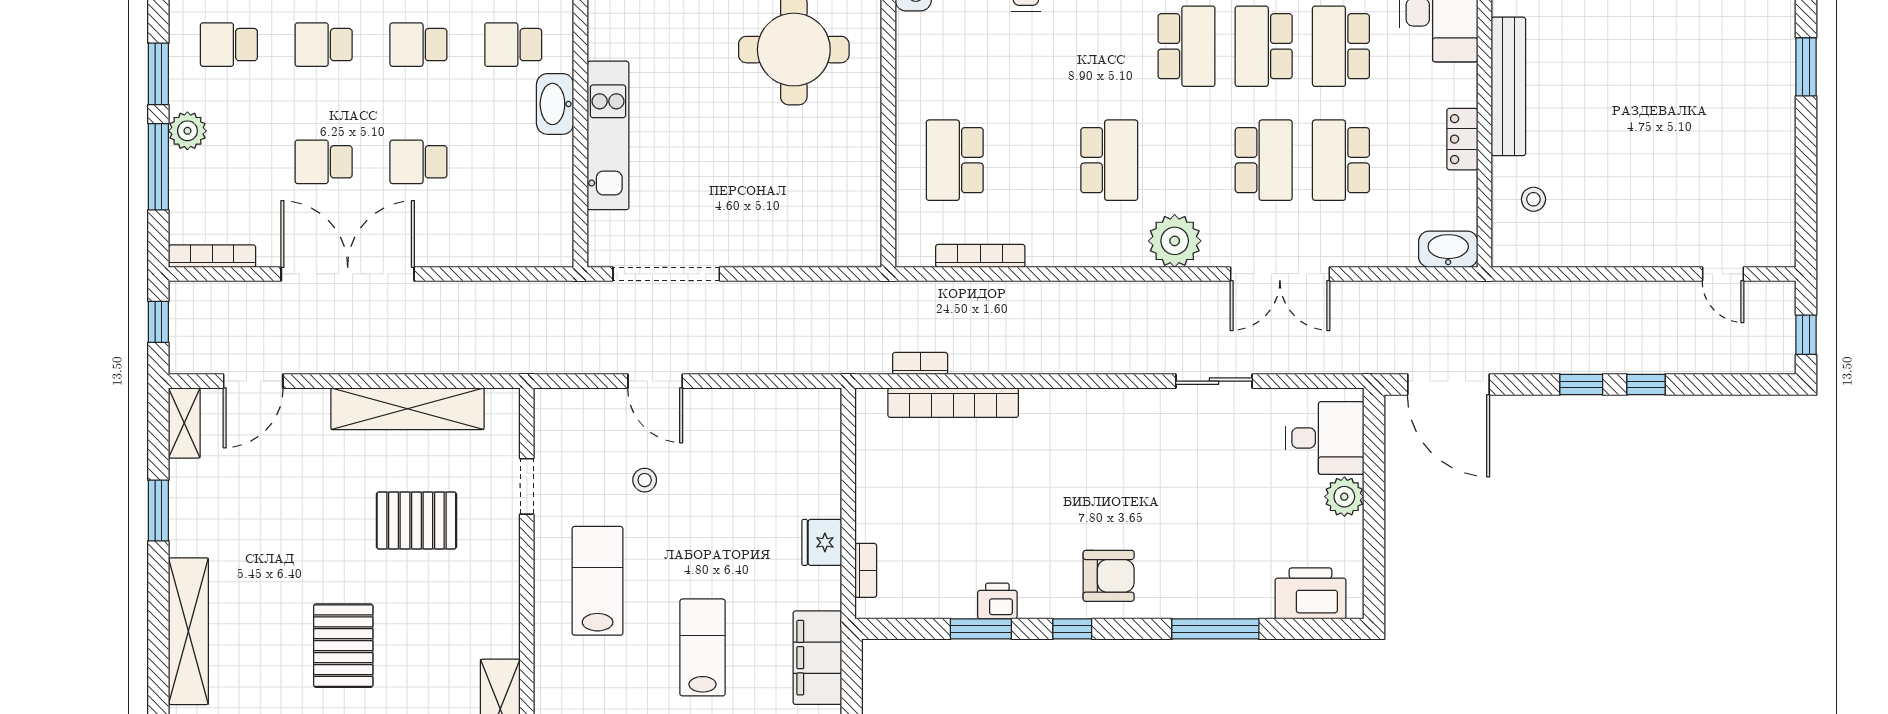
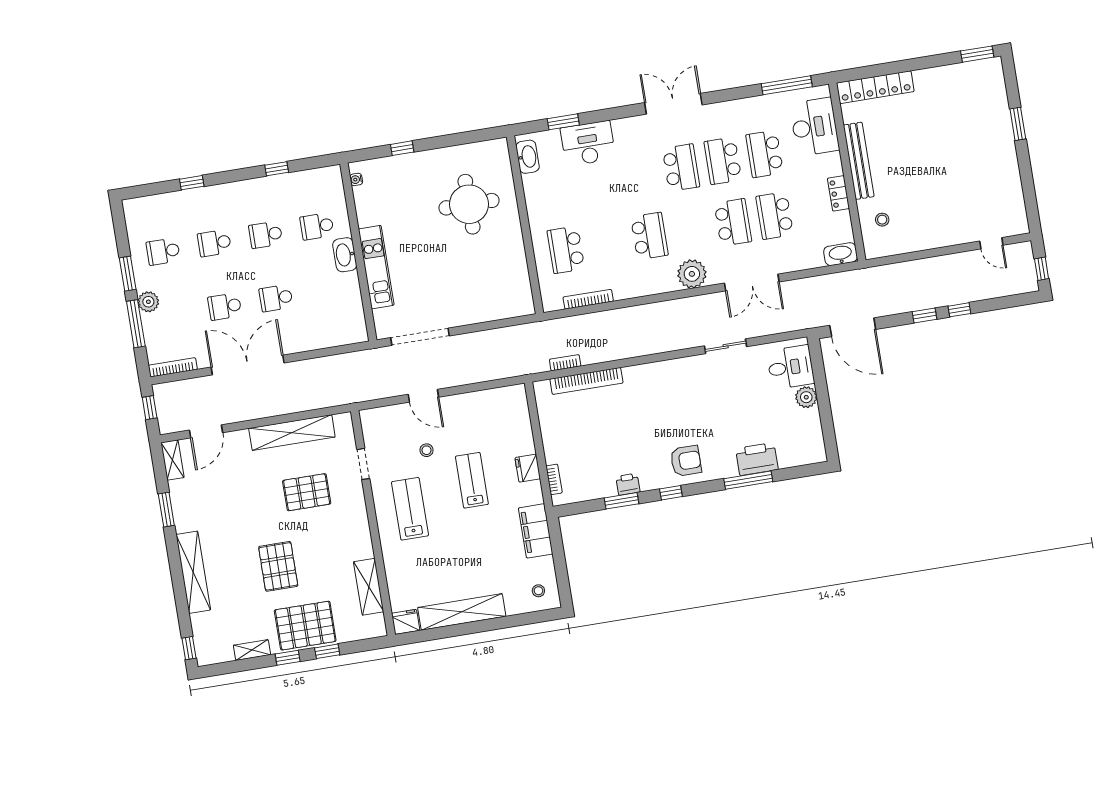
printer: (1310, 593) -> (757, 459), moved
lab bench: (703, 647) -> (472, 480), moved

